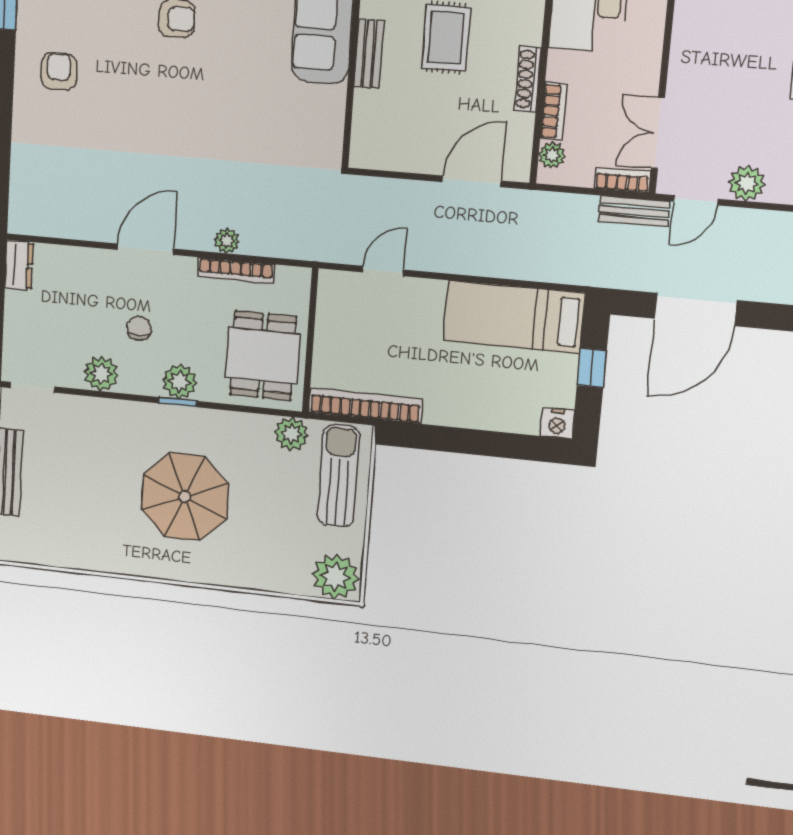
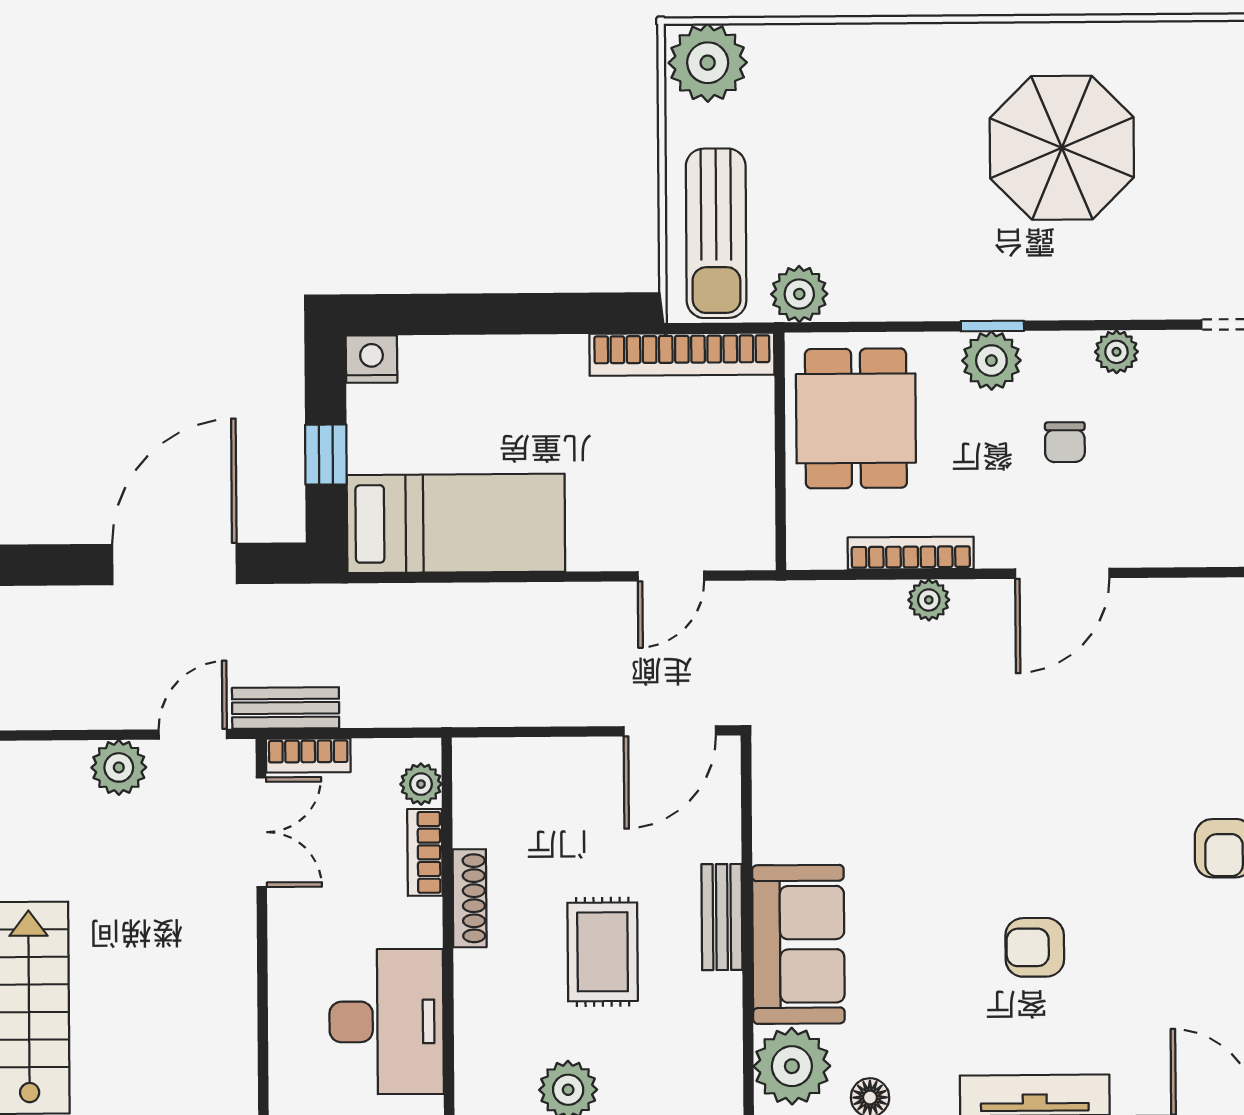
door: (472, 181) -> (670, 731), moved
plant: (101, 374) -> (1116, 352), width x0.73, depth x0.73
parasol: (185, 497) -> (1062, 148), moved

